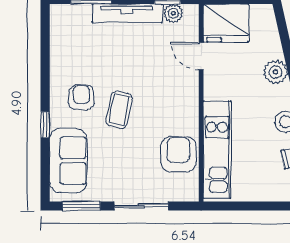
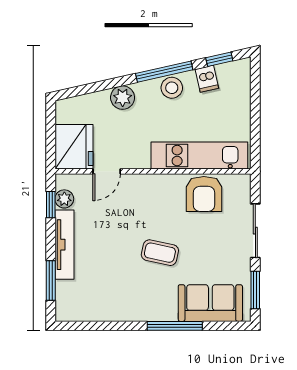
armchair: (81, 97) -> (148, 290), removed
window: (45, 125) -> (175, 326), width x2.17
armchair: (178, 154) -> (204, 194), turned -90

